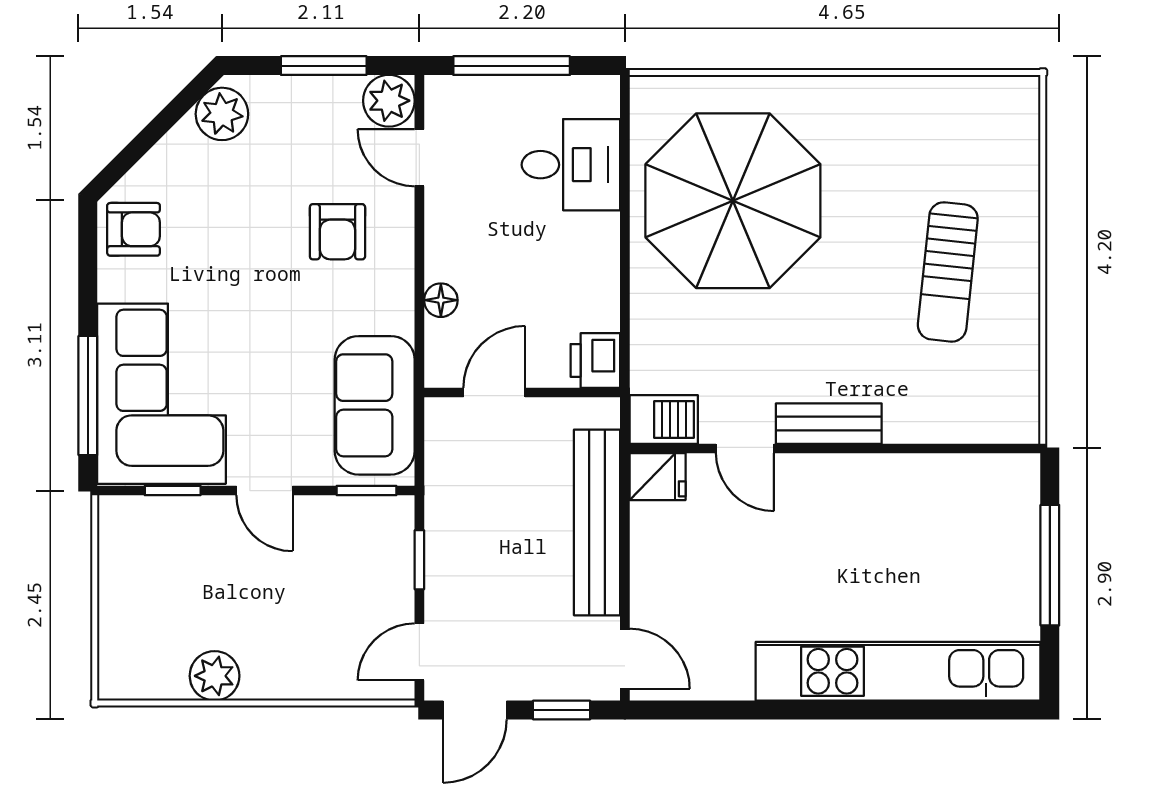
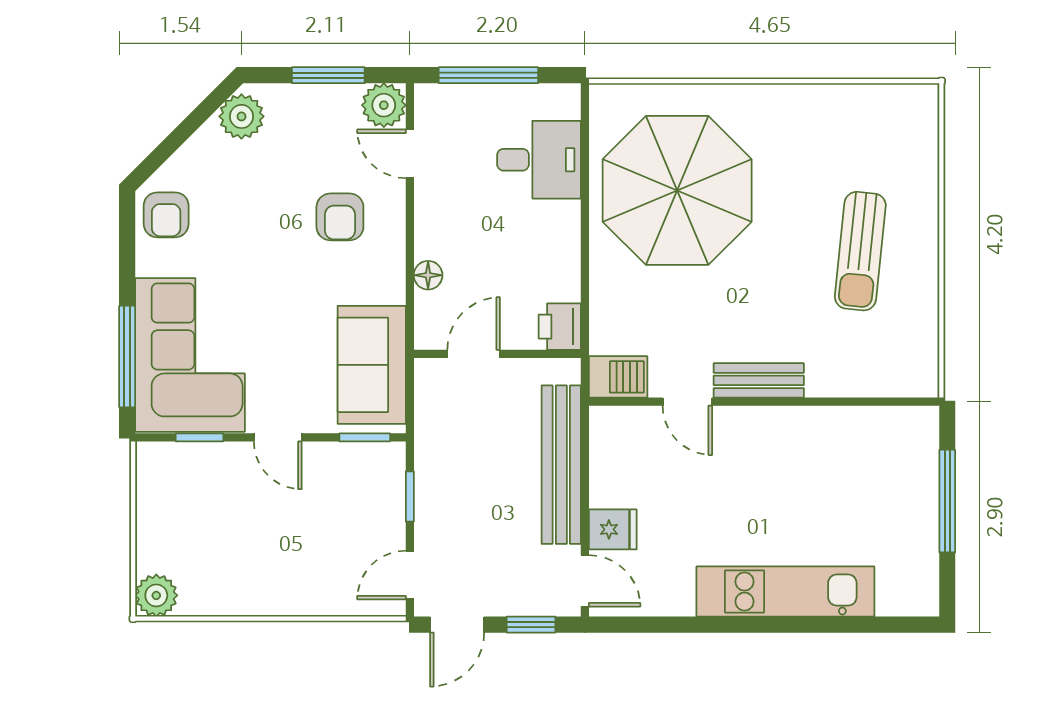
armchair: (134, 229) -> (166, 215), turned 90
fridge: (658, 477) -> (613, 529), moved
kitchen unit: (898, 671) -> (785, 592), width x0.73
plant: (215, 676) -> (156, 595), moved

